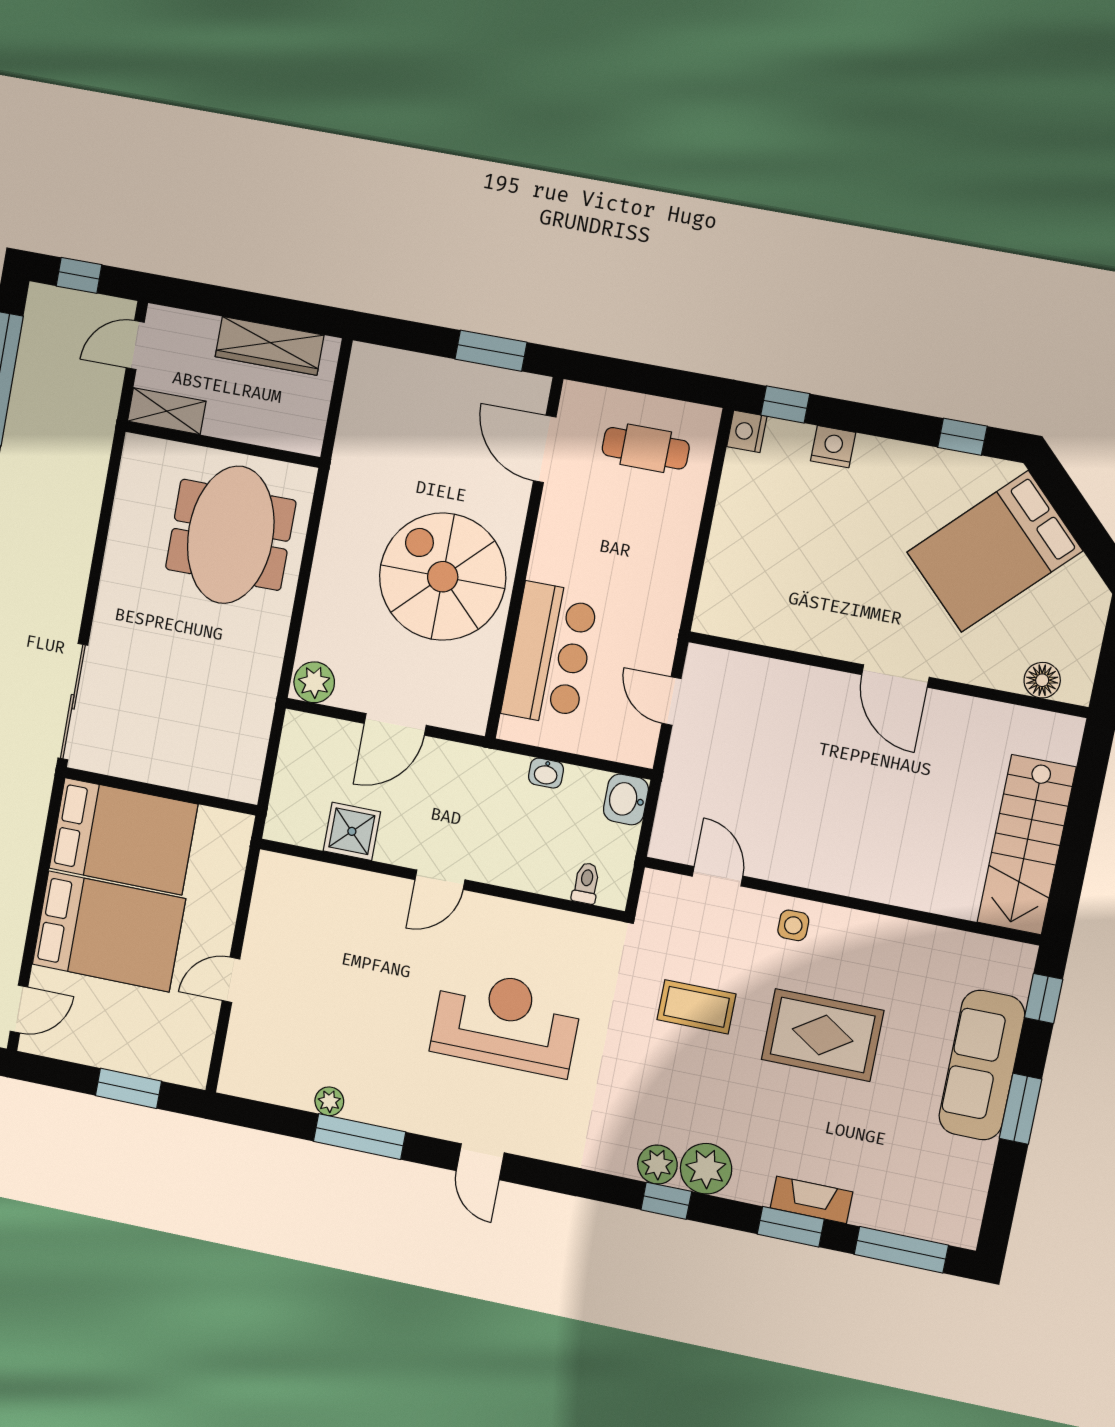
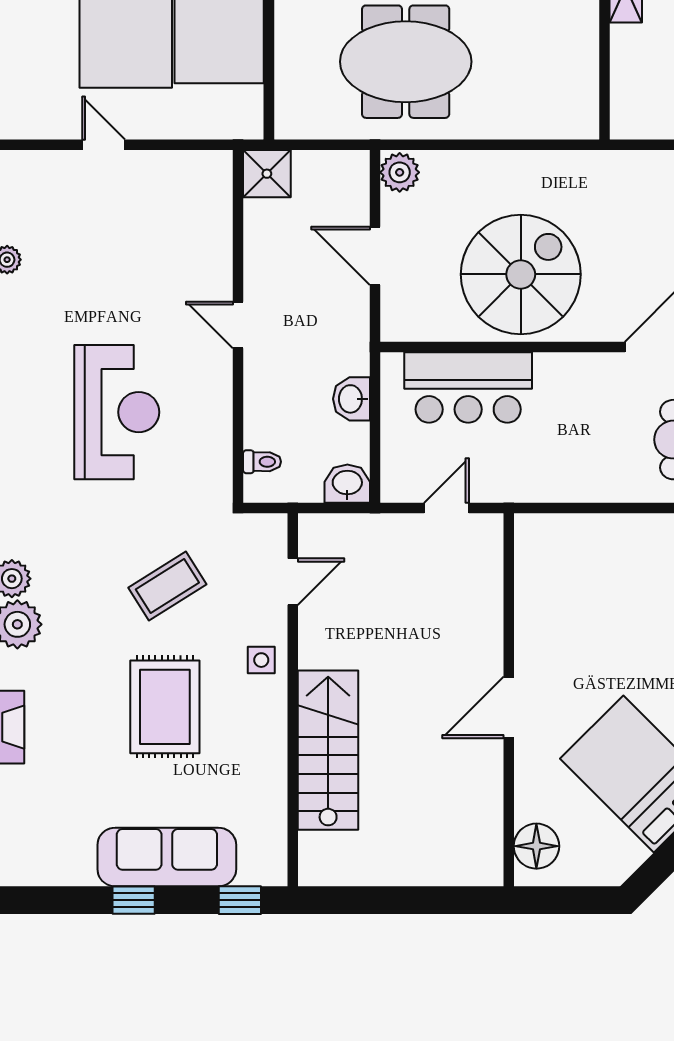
meeting table: (231, 535) -> (406, 62), moved
floor lamp: (1042, 680) -> (536, 846), width x1.38, depth x1.38
washbasin: (546, 773) -> (352, 399), width x1.38, depth x1.45
shower: (352, 831) -> (267, 174), moved
stairs: (1027, 845) -> (328, 750), moved, turned 90
coffee table: (696, 1007) -> (167, 586), turned 58
window: (1021, 1109) -> (134, 900), width x0.67

